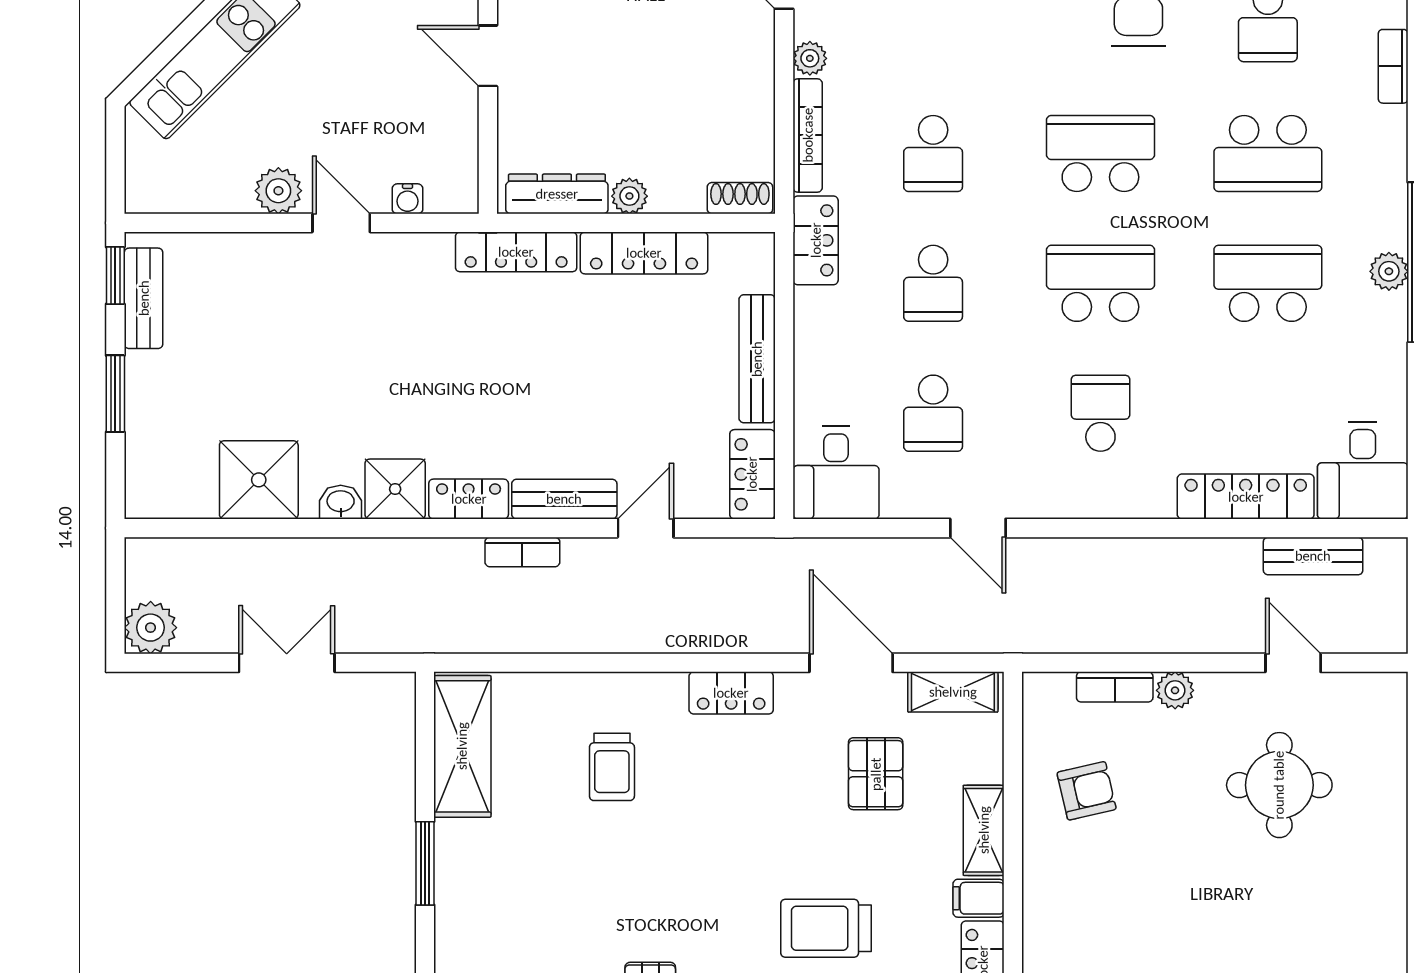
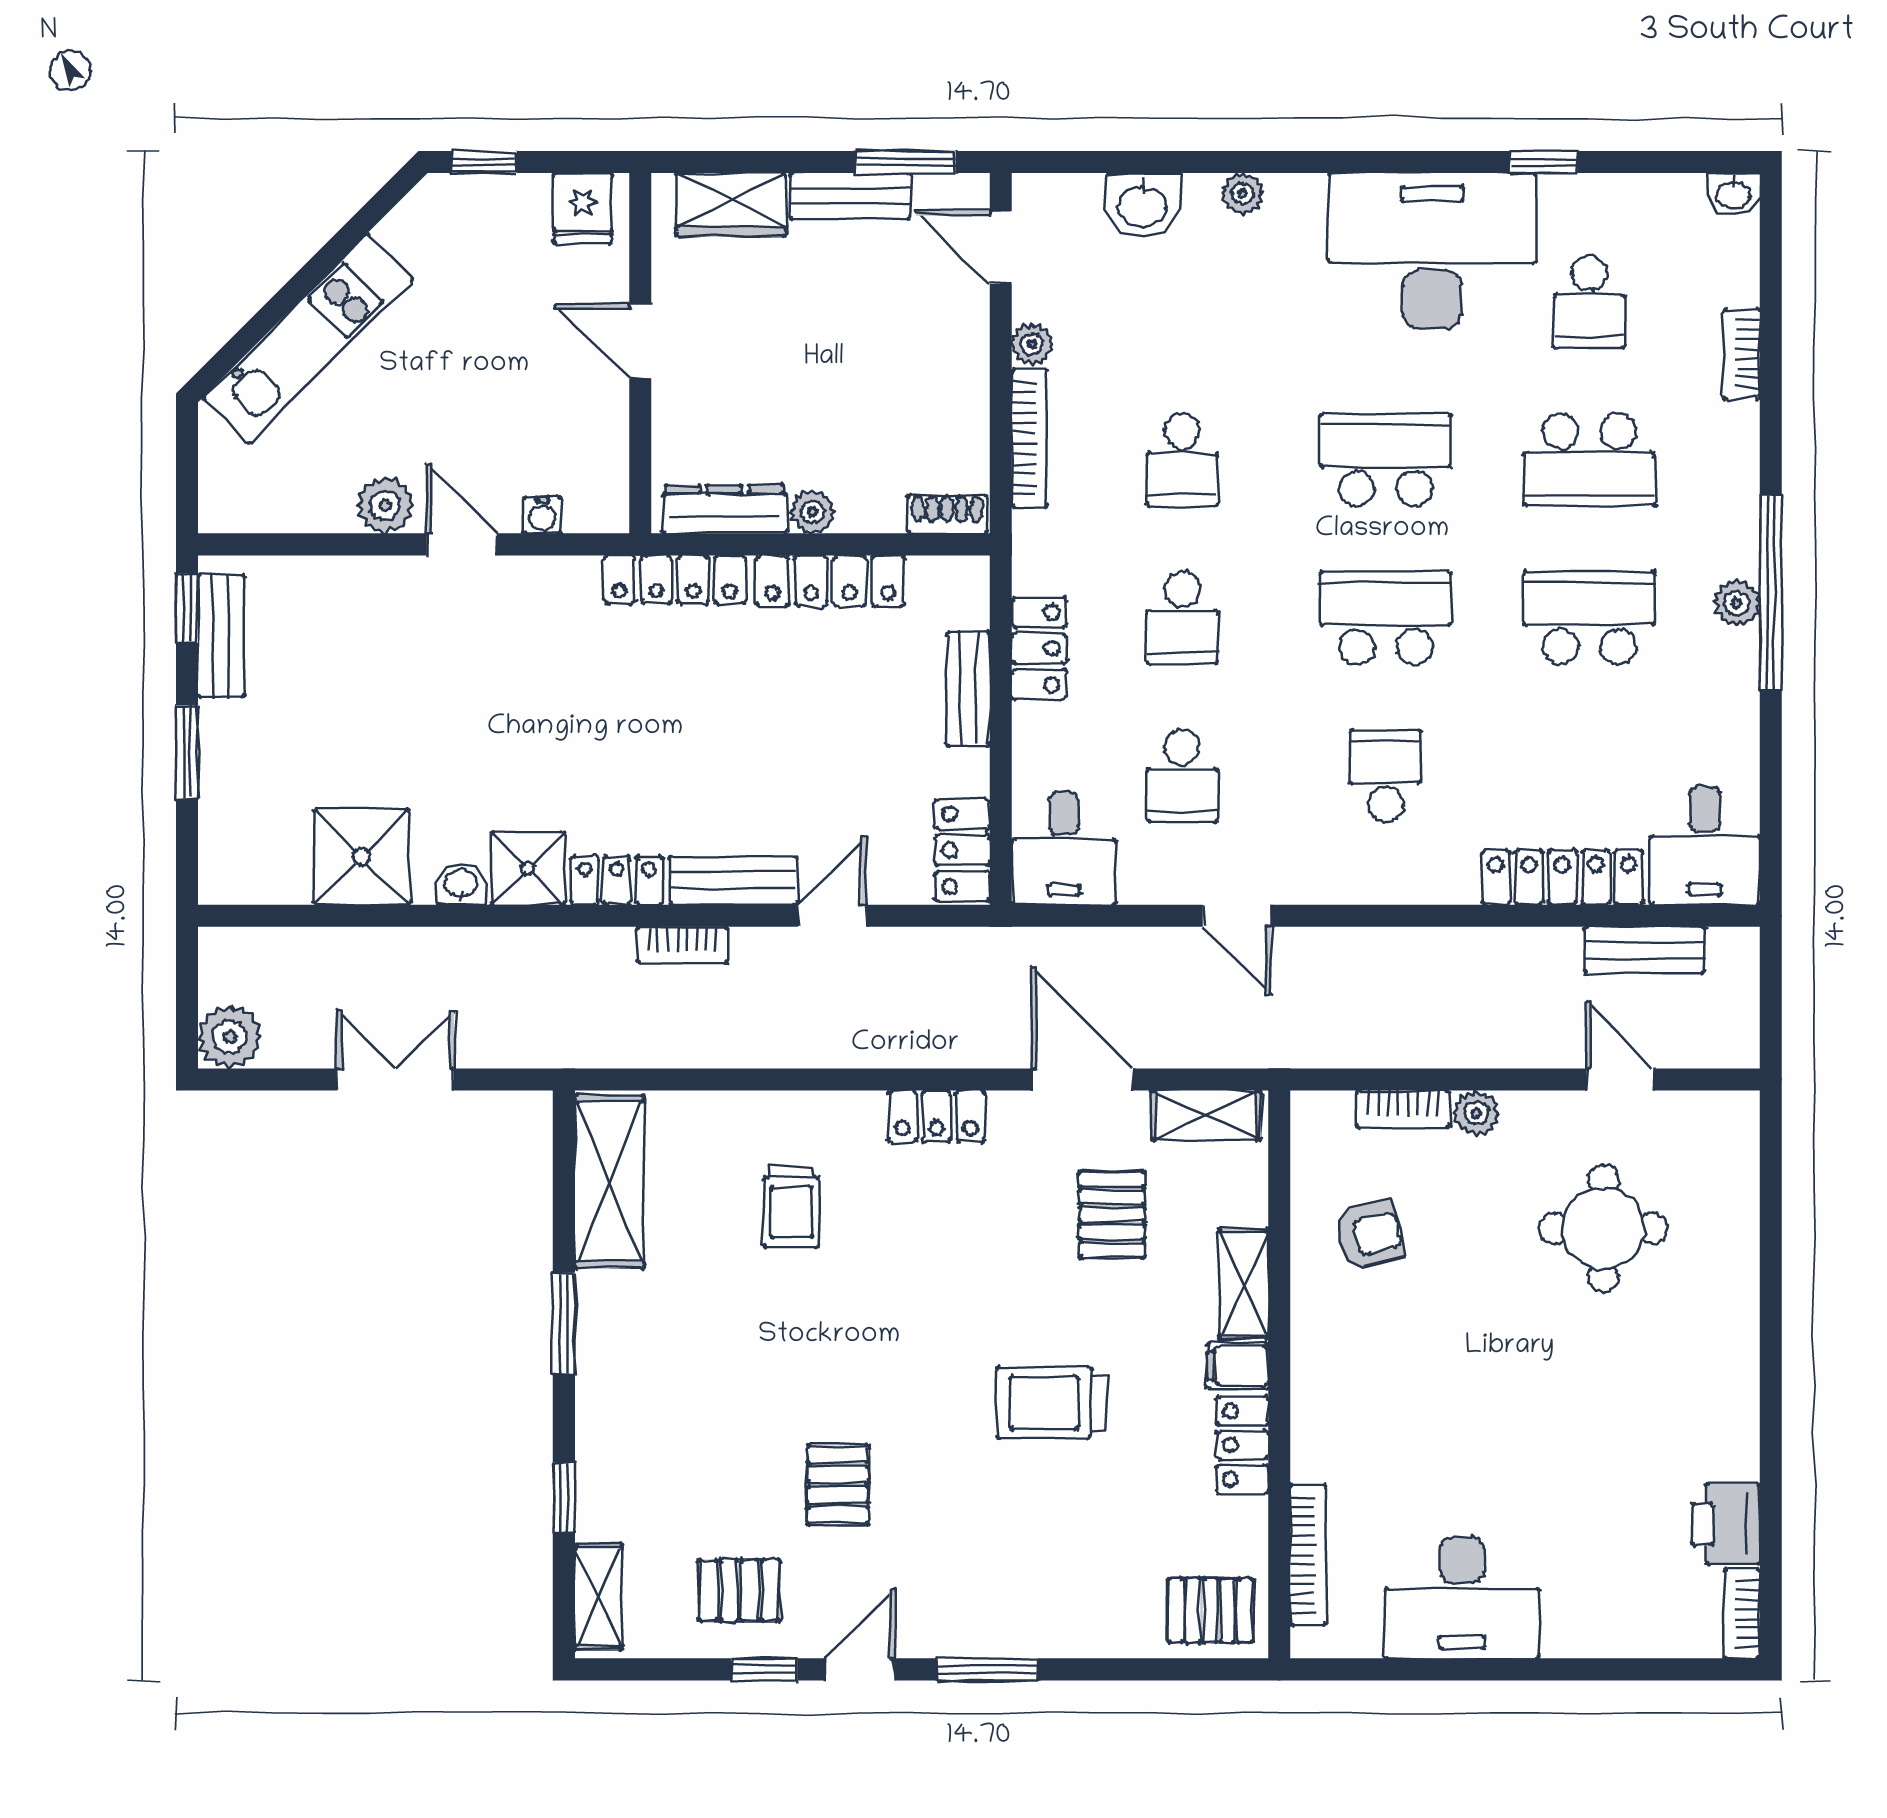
locker: (816, 240) -> (1039, 648), moved
bench: (757, 359) -> (968, 689), width x0.73

